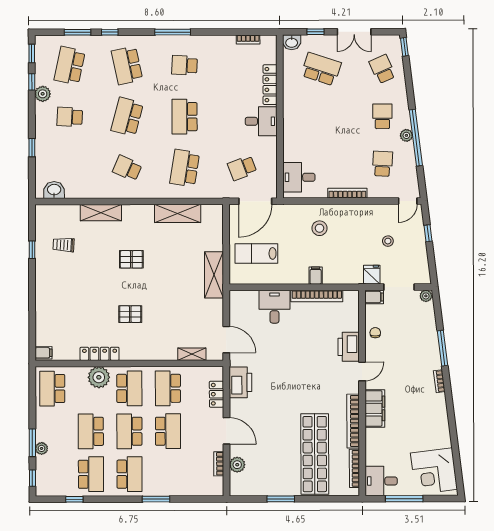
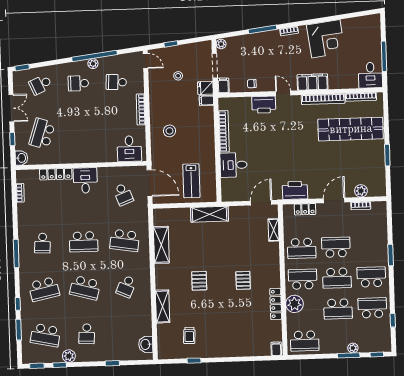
filing cabinet: (316, 276) -> (206, 100), moved
corner desk: (434, 471) -> (326, 39), moved

